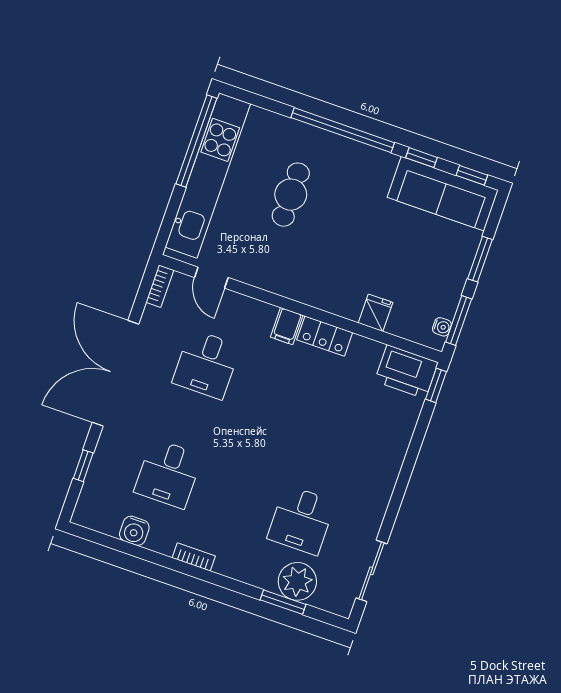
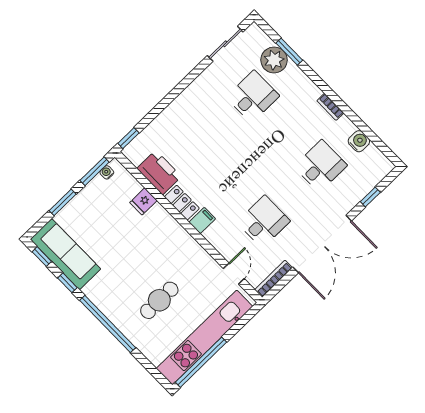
bookcase: (160, 286) -> (274, 279), width x1.56
printer: (406, 372) -> (159, 173), moved

